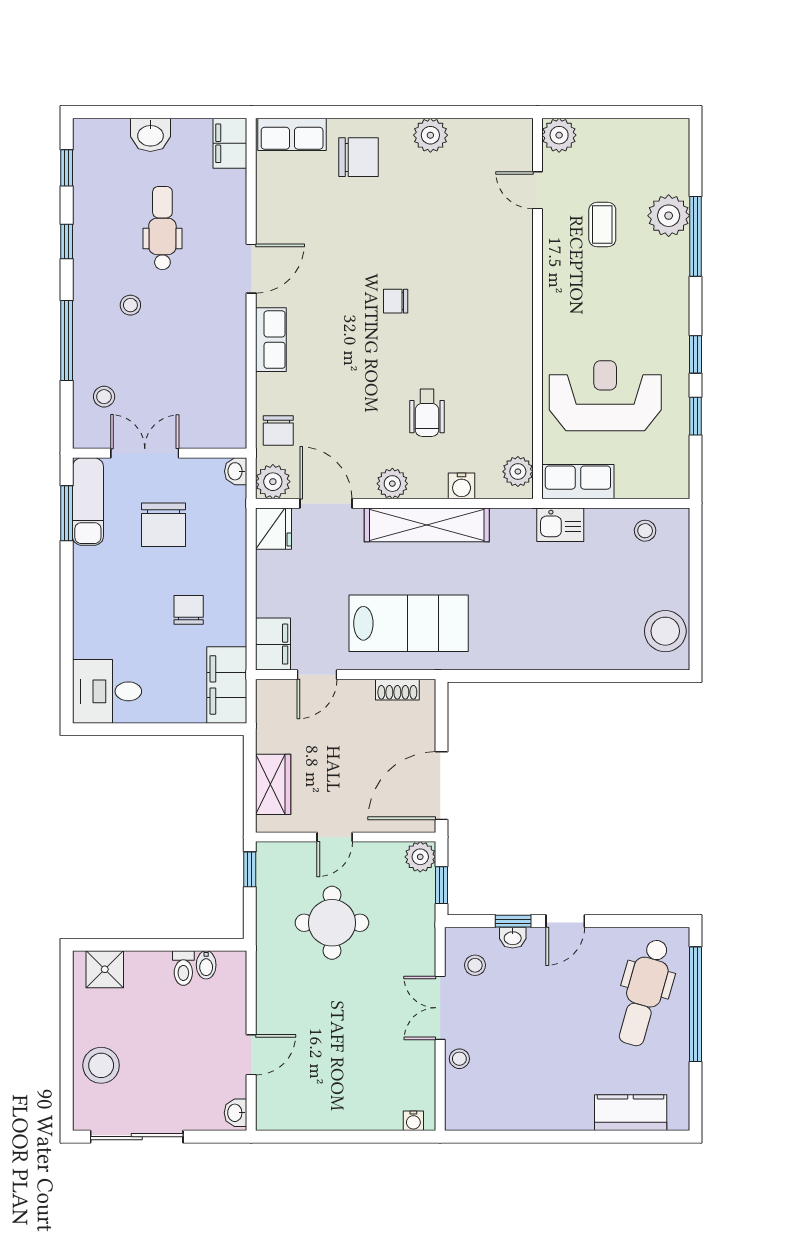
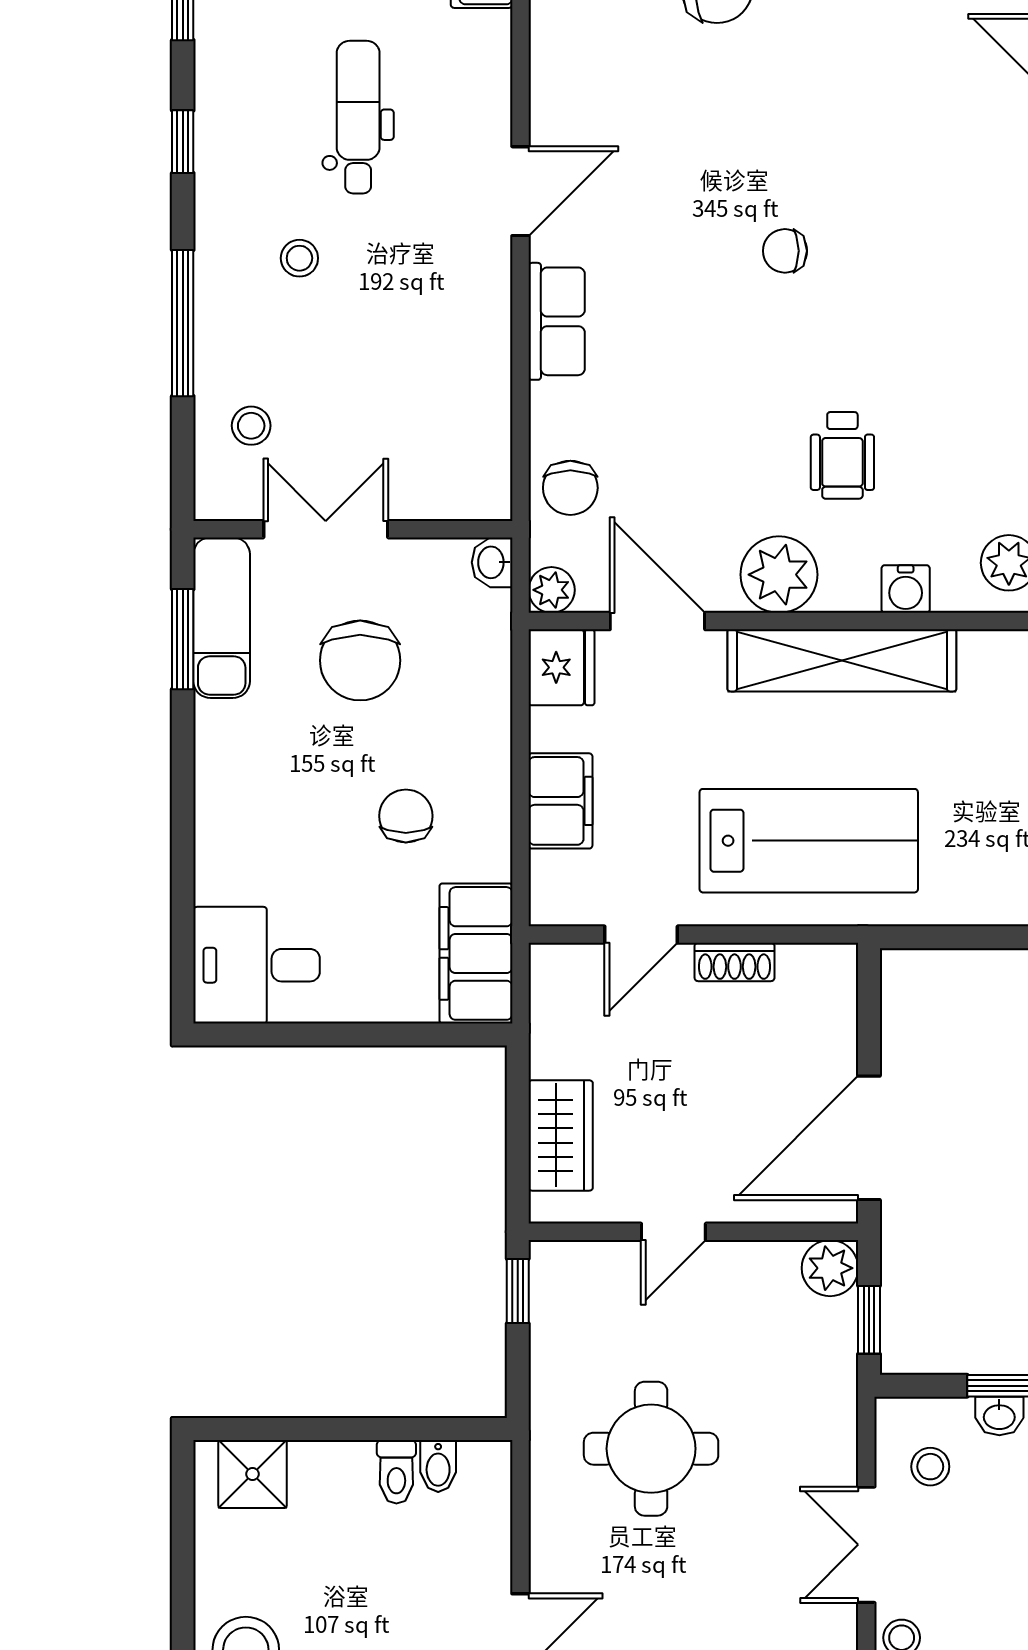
plant: (273, 482) -> (552, 590), width x0.73, depth x0.73
plant: (392, 484) -> (779, 575), width x1.36, depth x1.36
filing cabinet: (273, 644) -> (560, 801), moved
shoe rack: (397, 690) -> (735, 962), moved
round table: (332, 923) -> (651, 1449), moved

